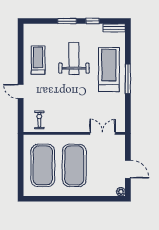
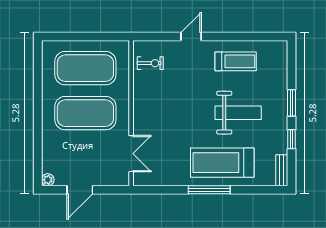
treadmill: (109, 70) -> (222, 163), turned 180

